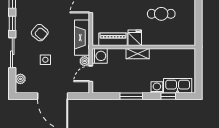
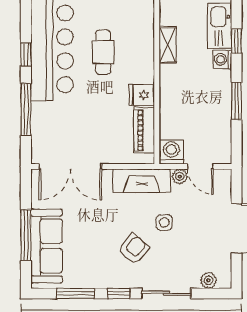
shelving: (138, 54) -> (168, 45), moved
side table: (45, 60) -> (164, 222), moved

